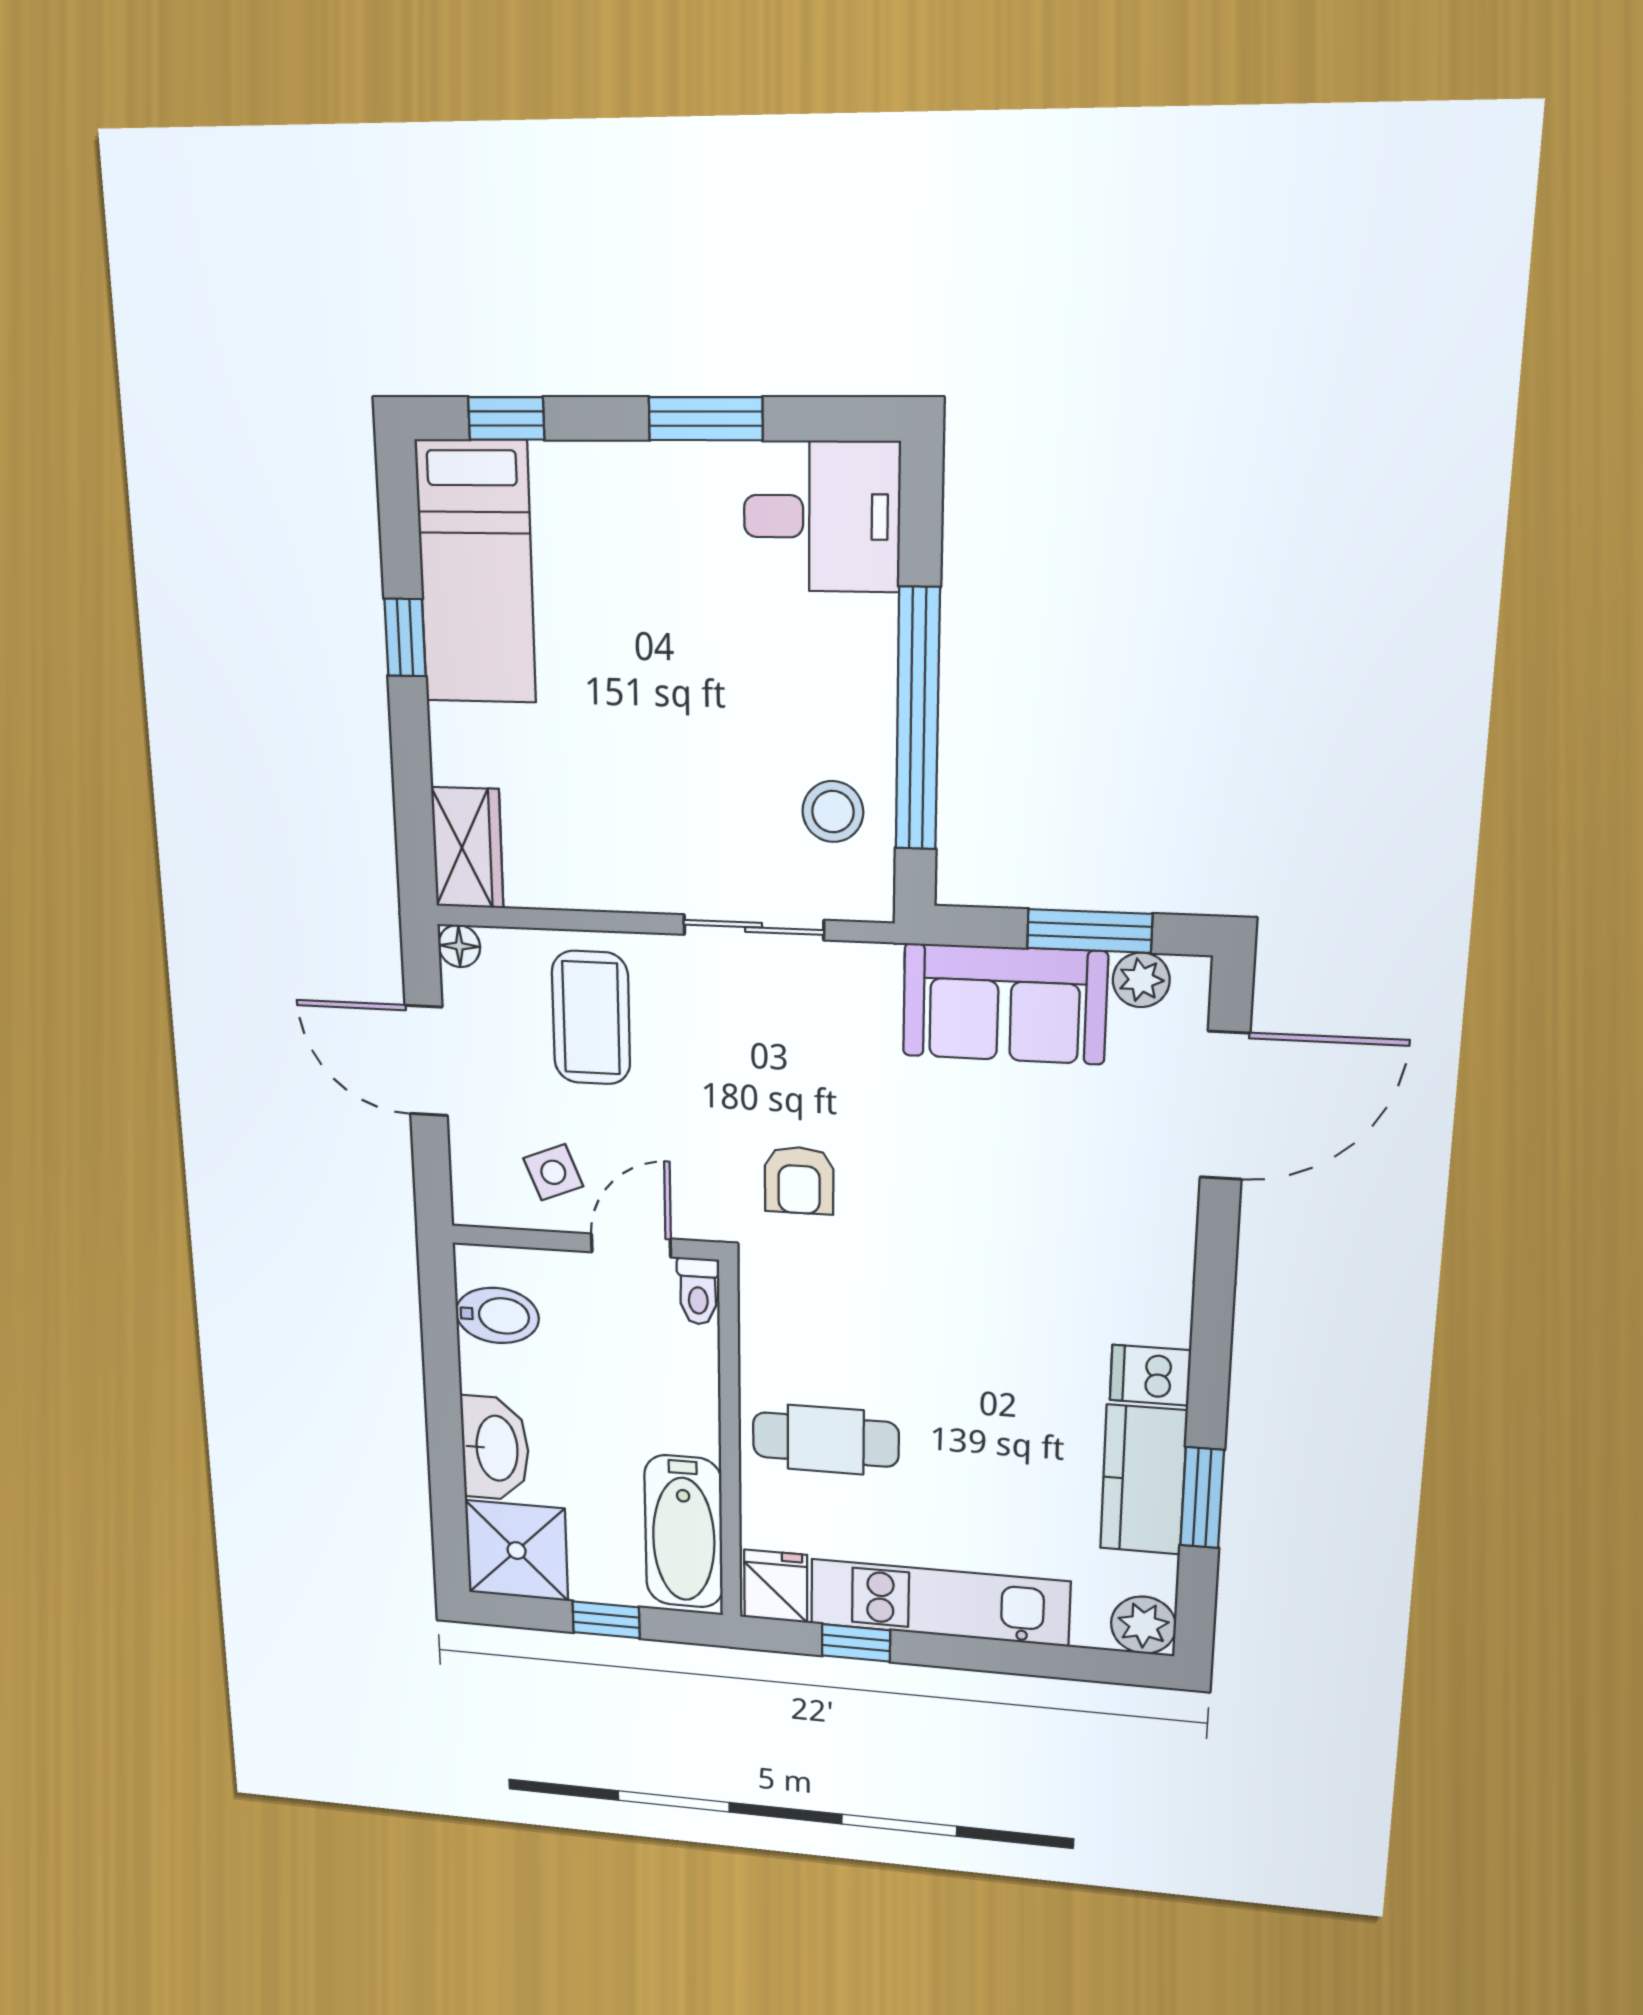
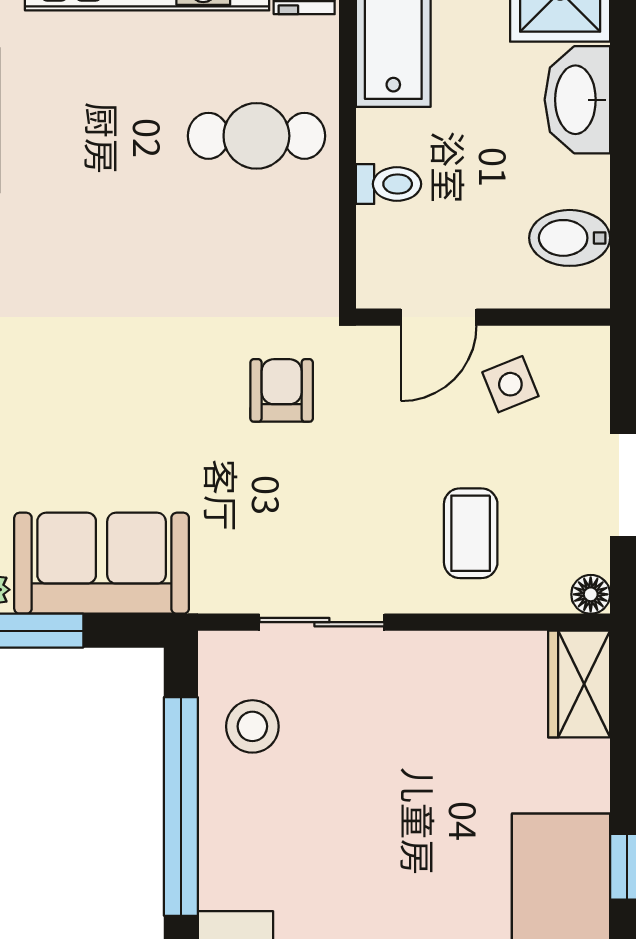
coffee table: (591, 1018) -> (471, 533), width x0.73, depth x0.77
toilet: (698, 1291) -> (389, 184), moved, turned 90

